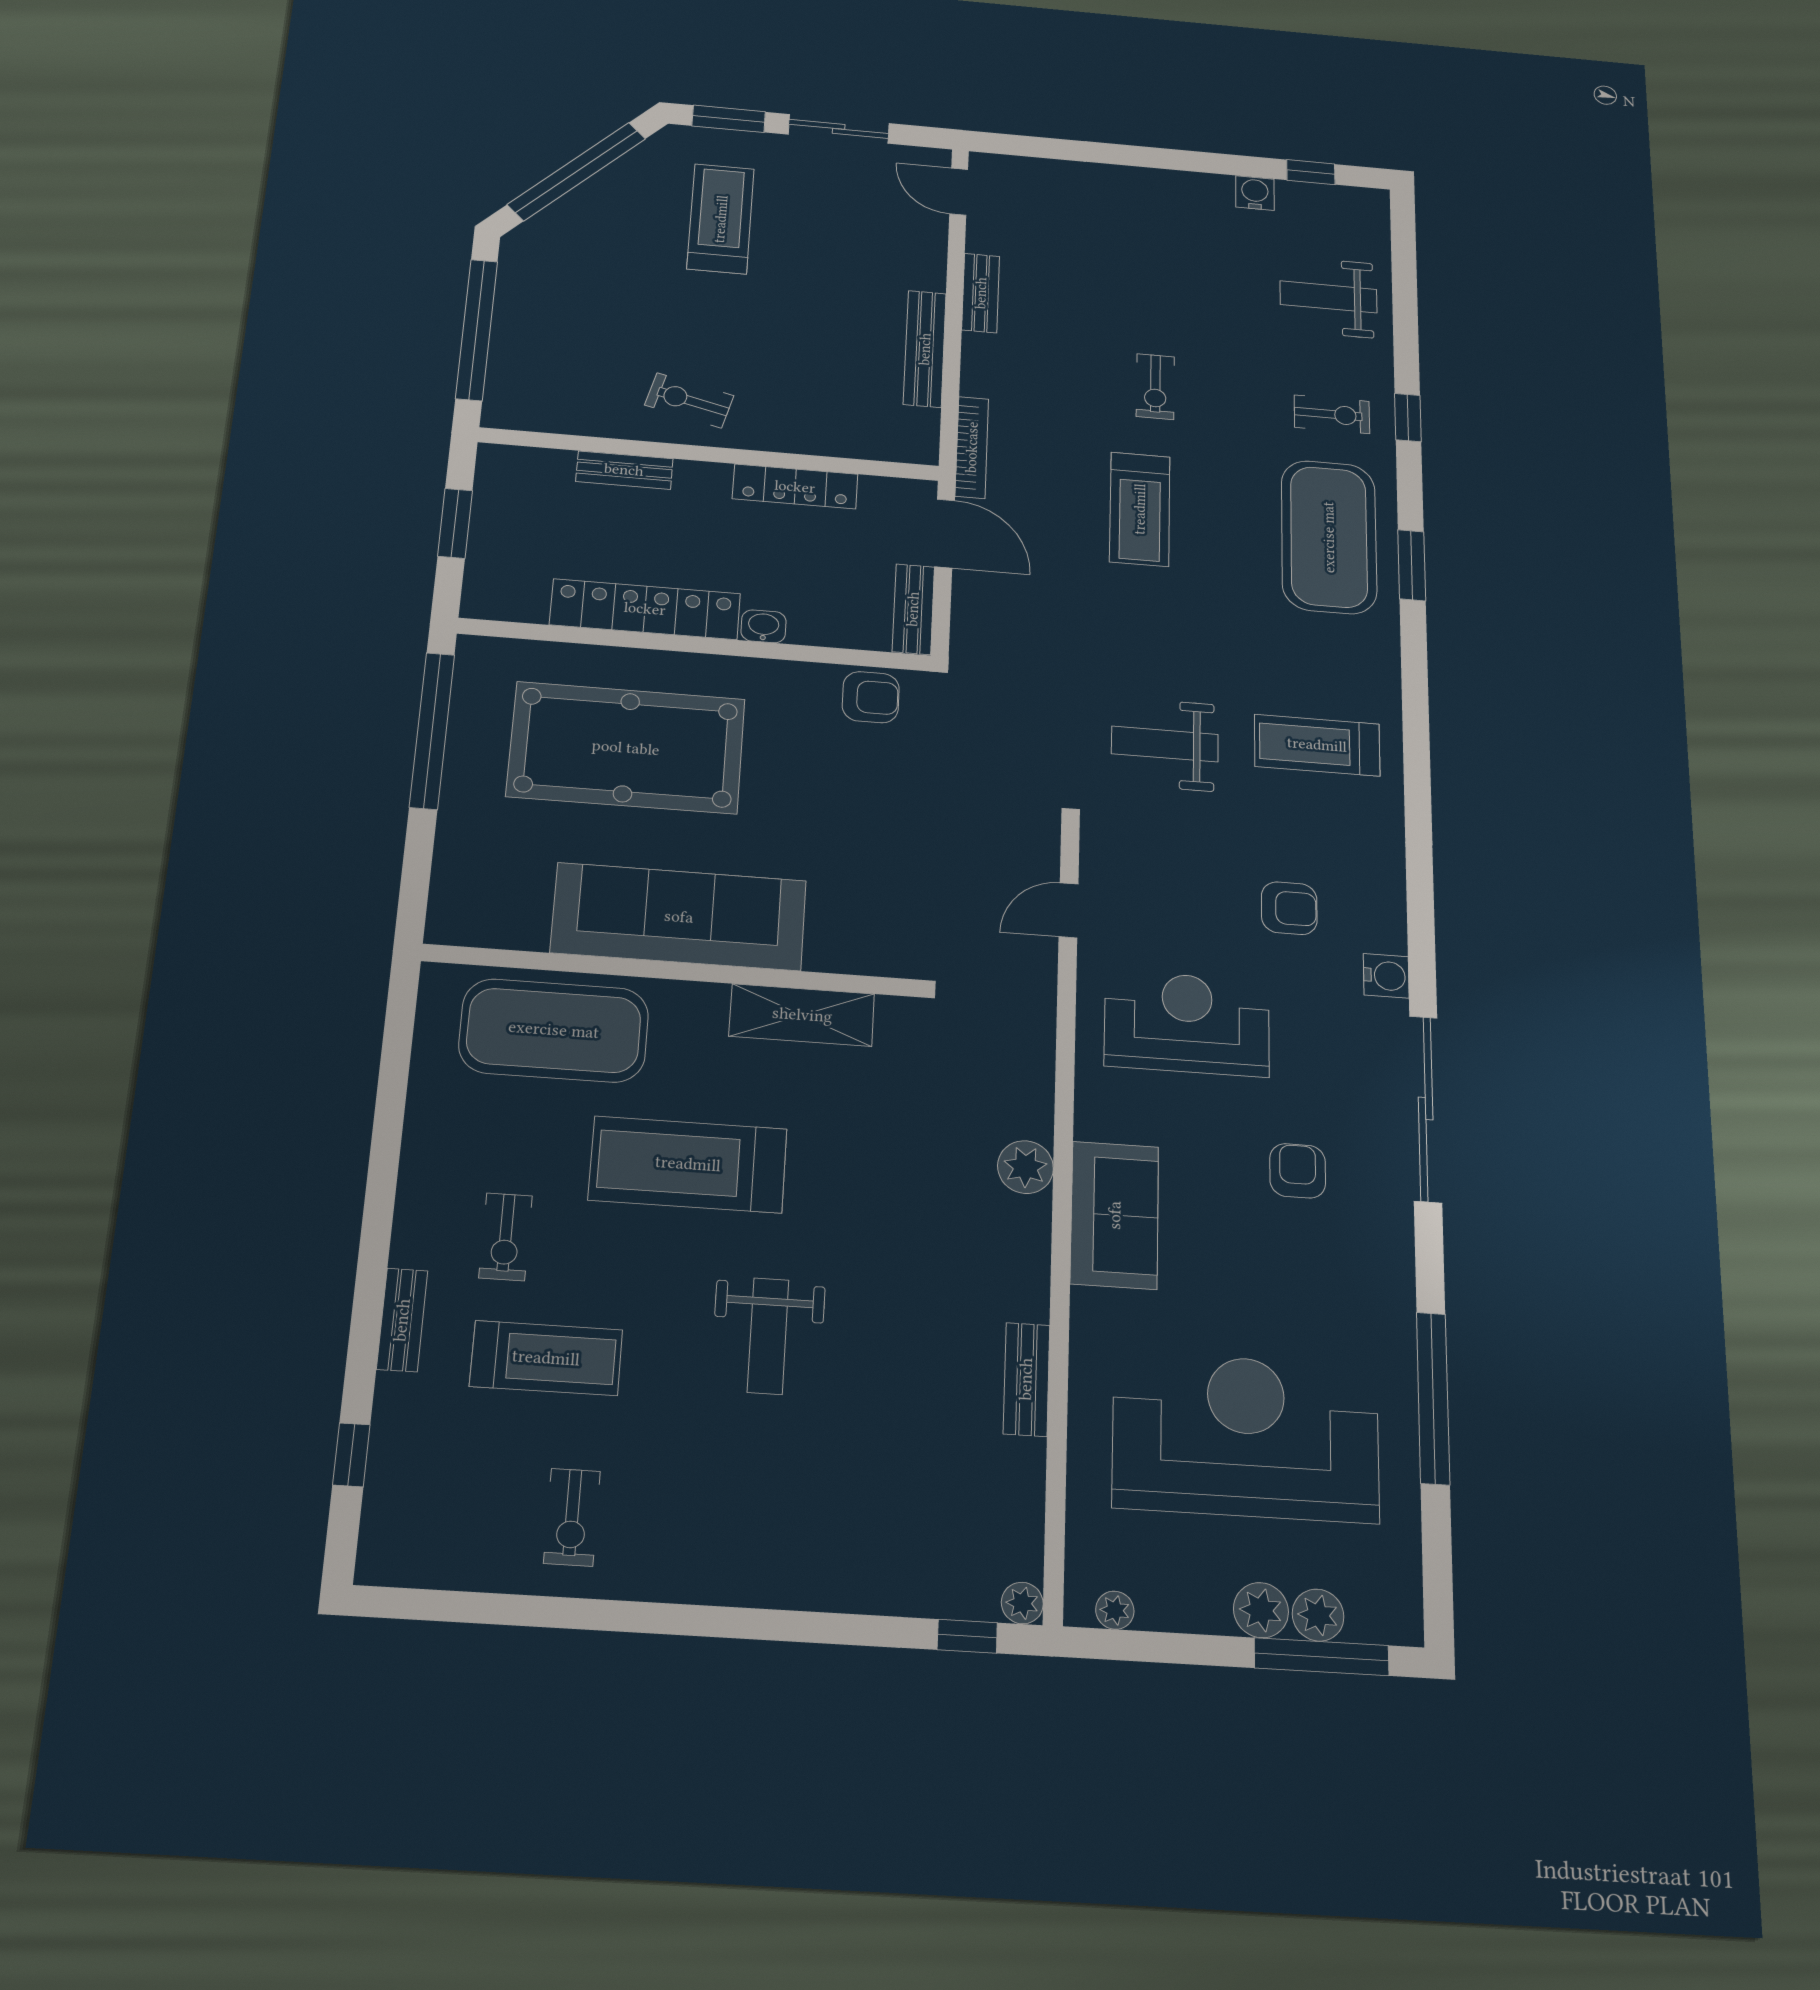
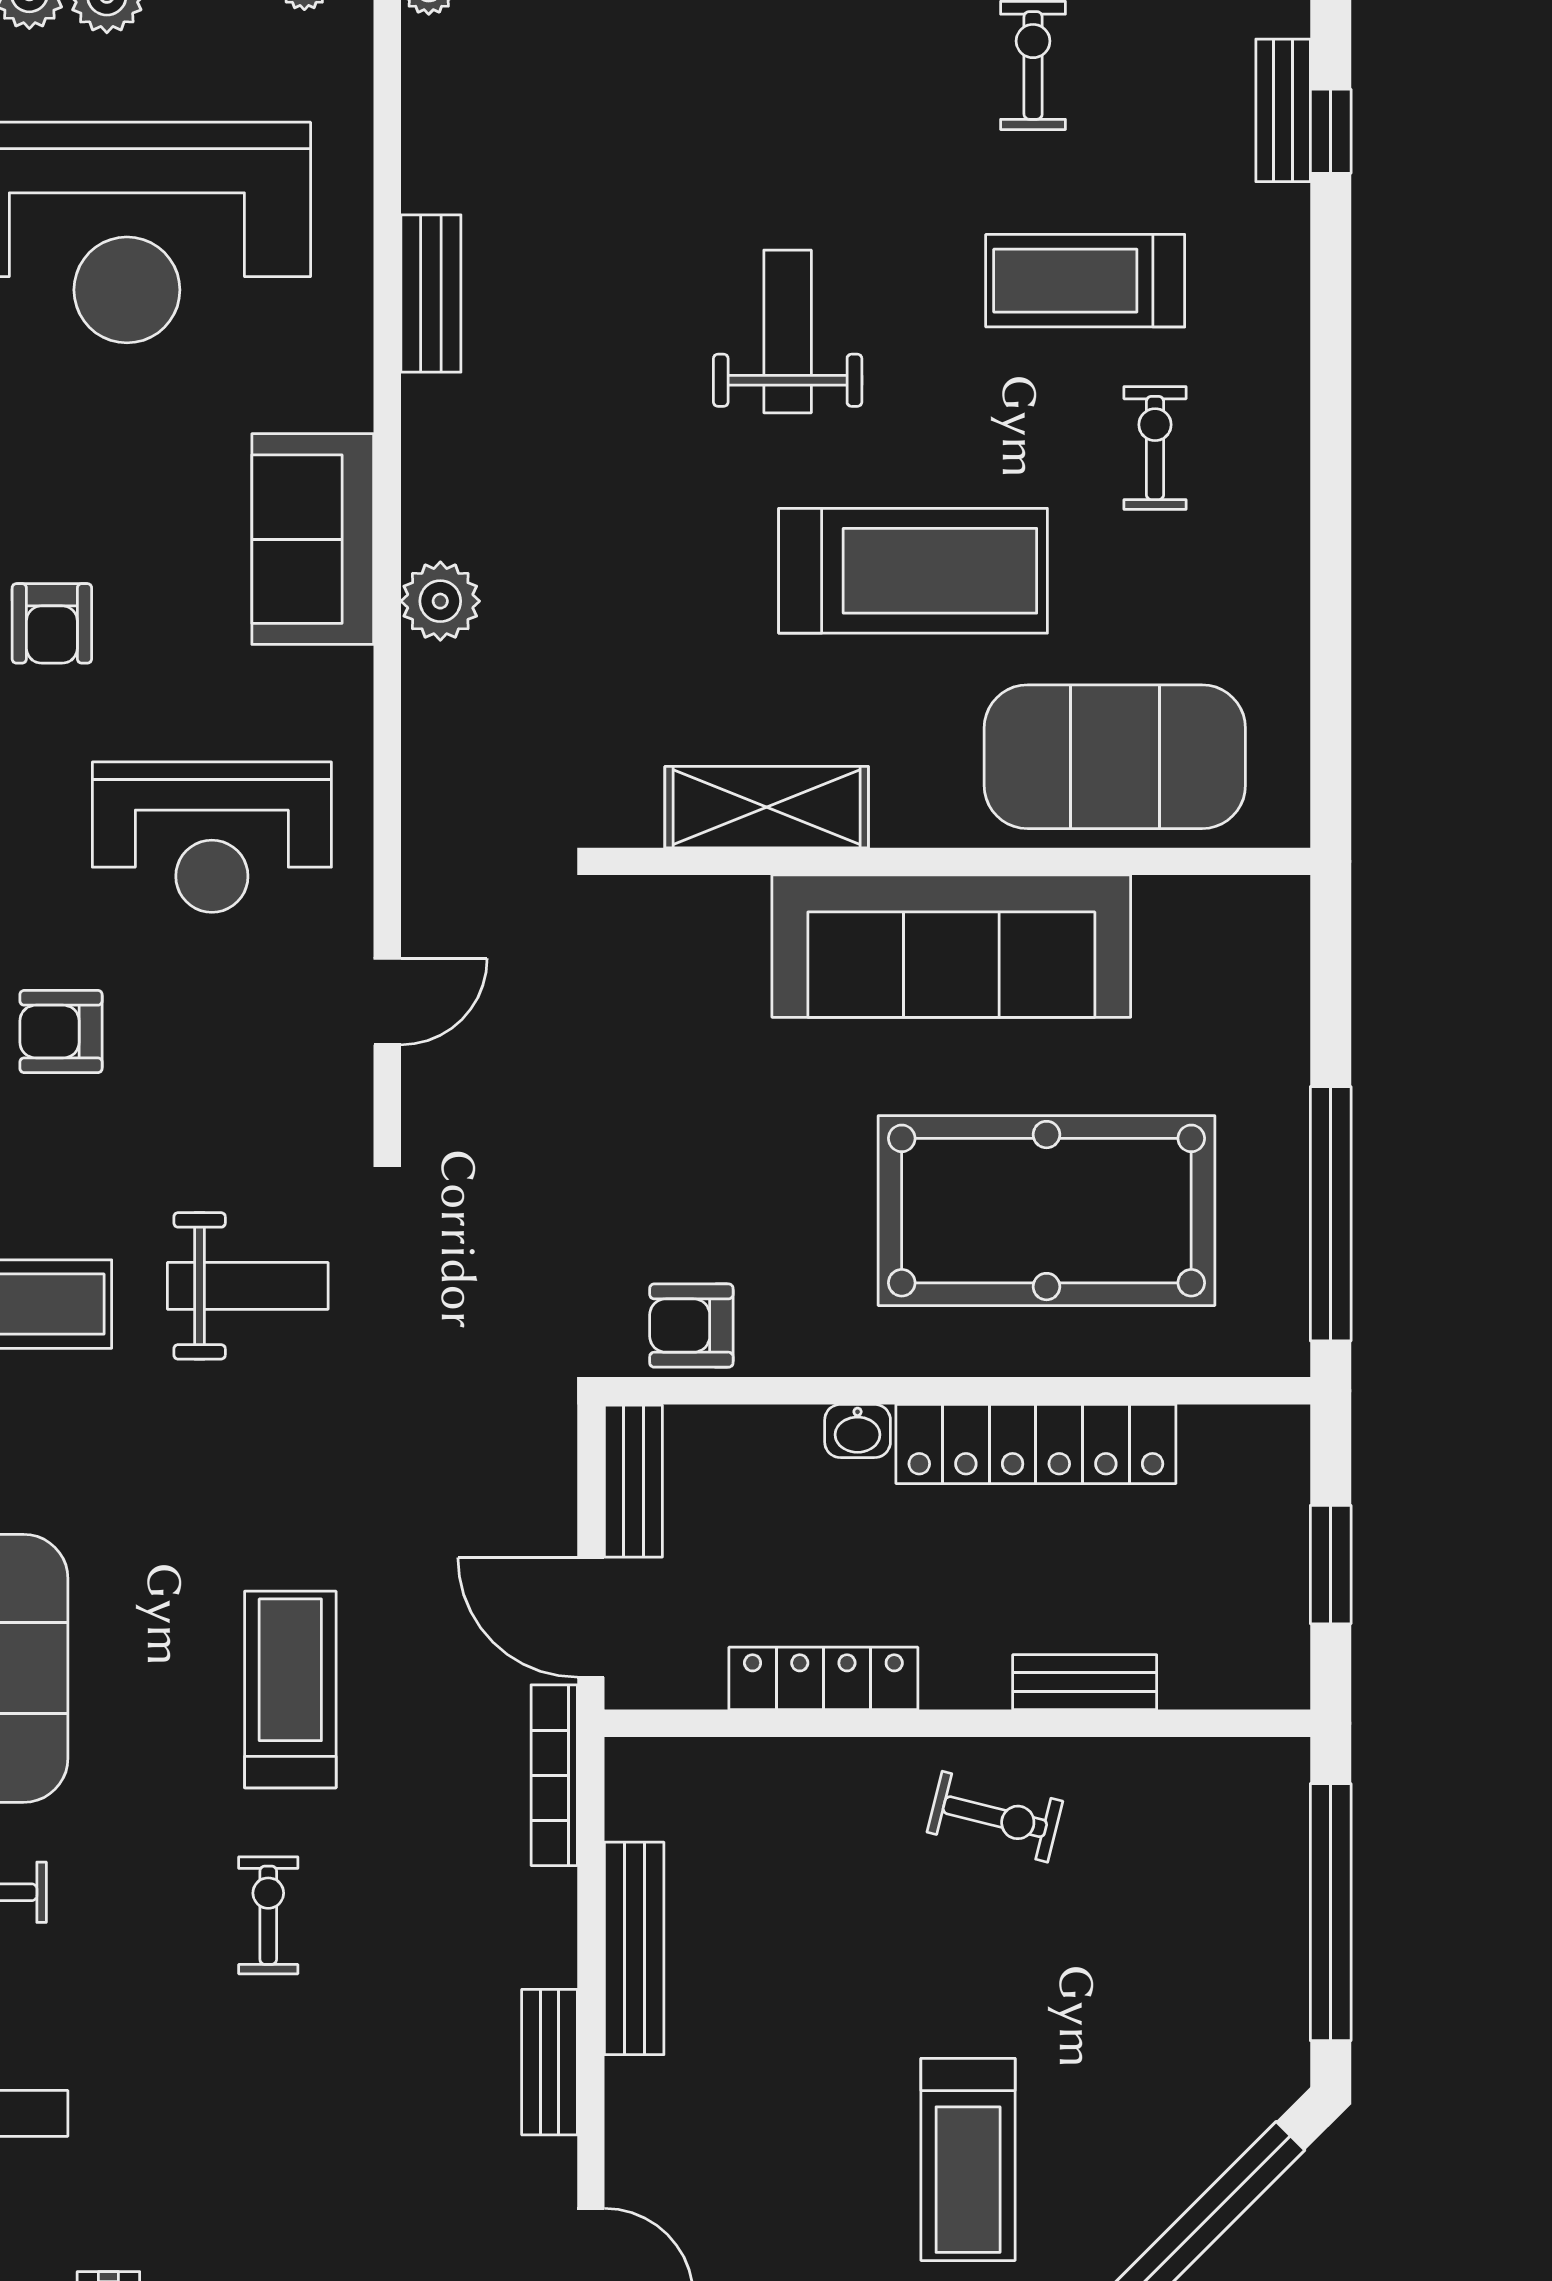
bench: (402, 1320) -> (1283, 110), moved

